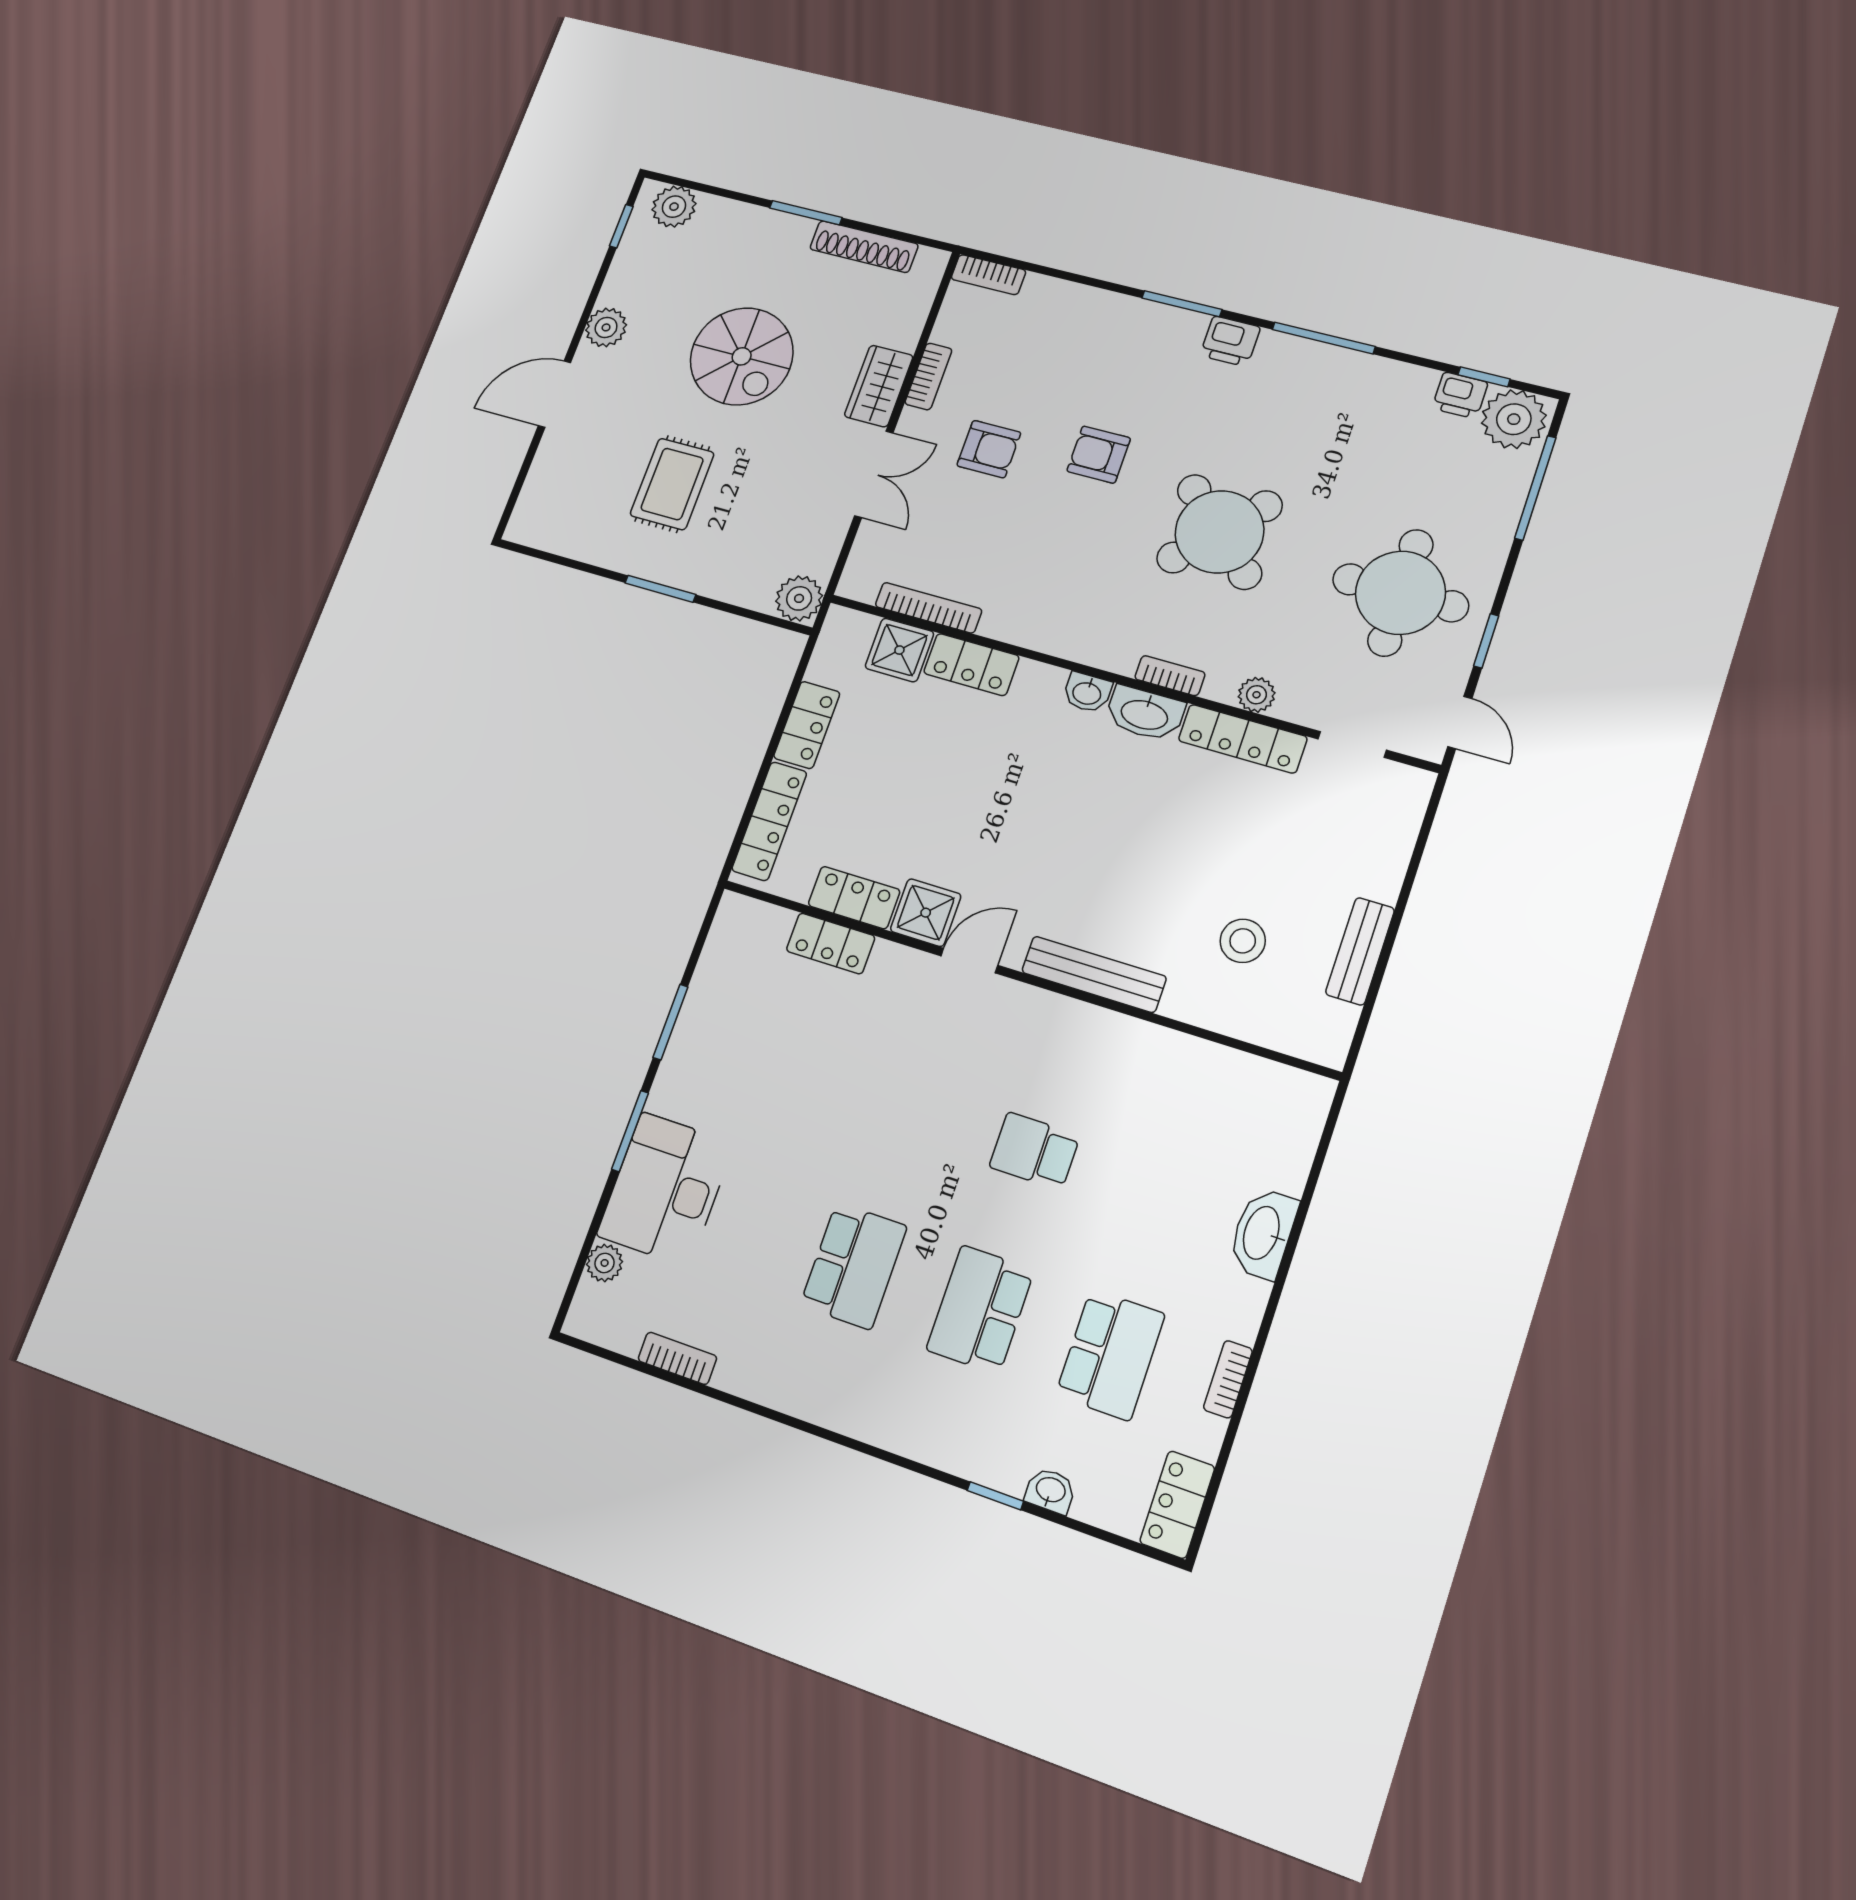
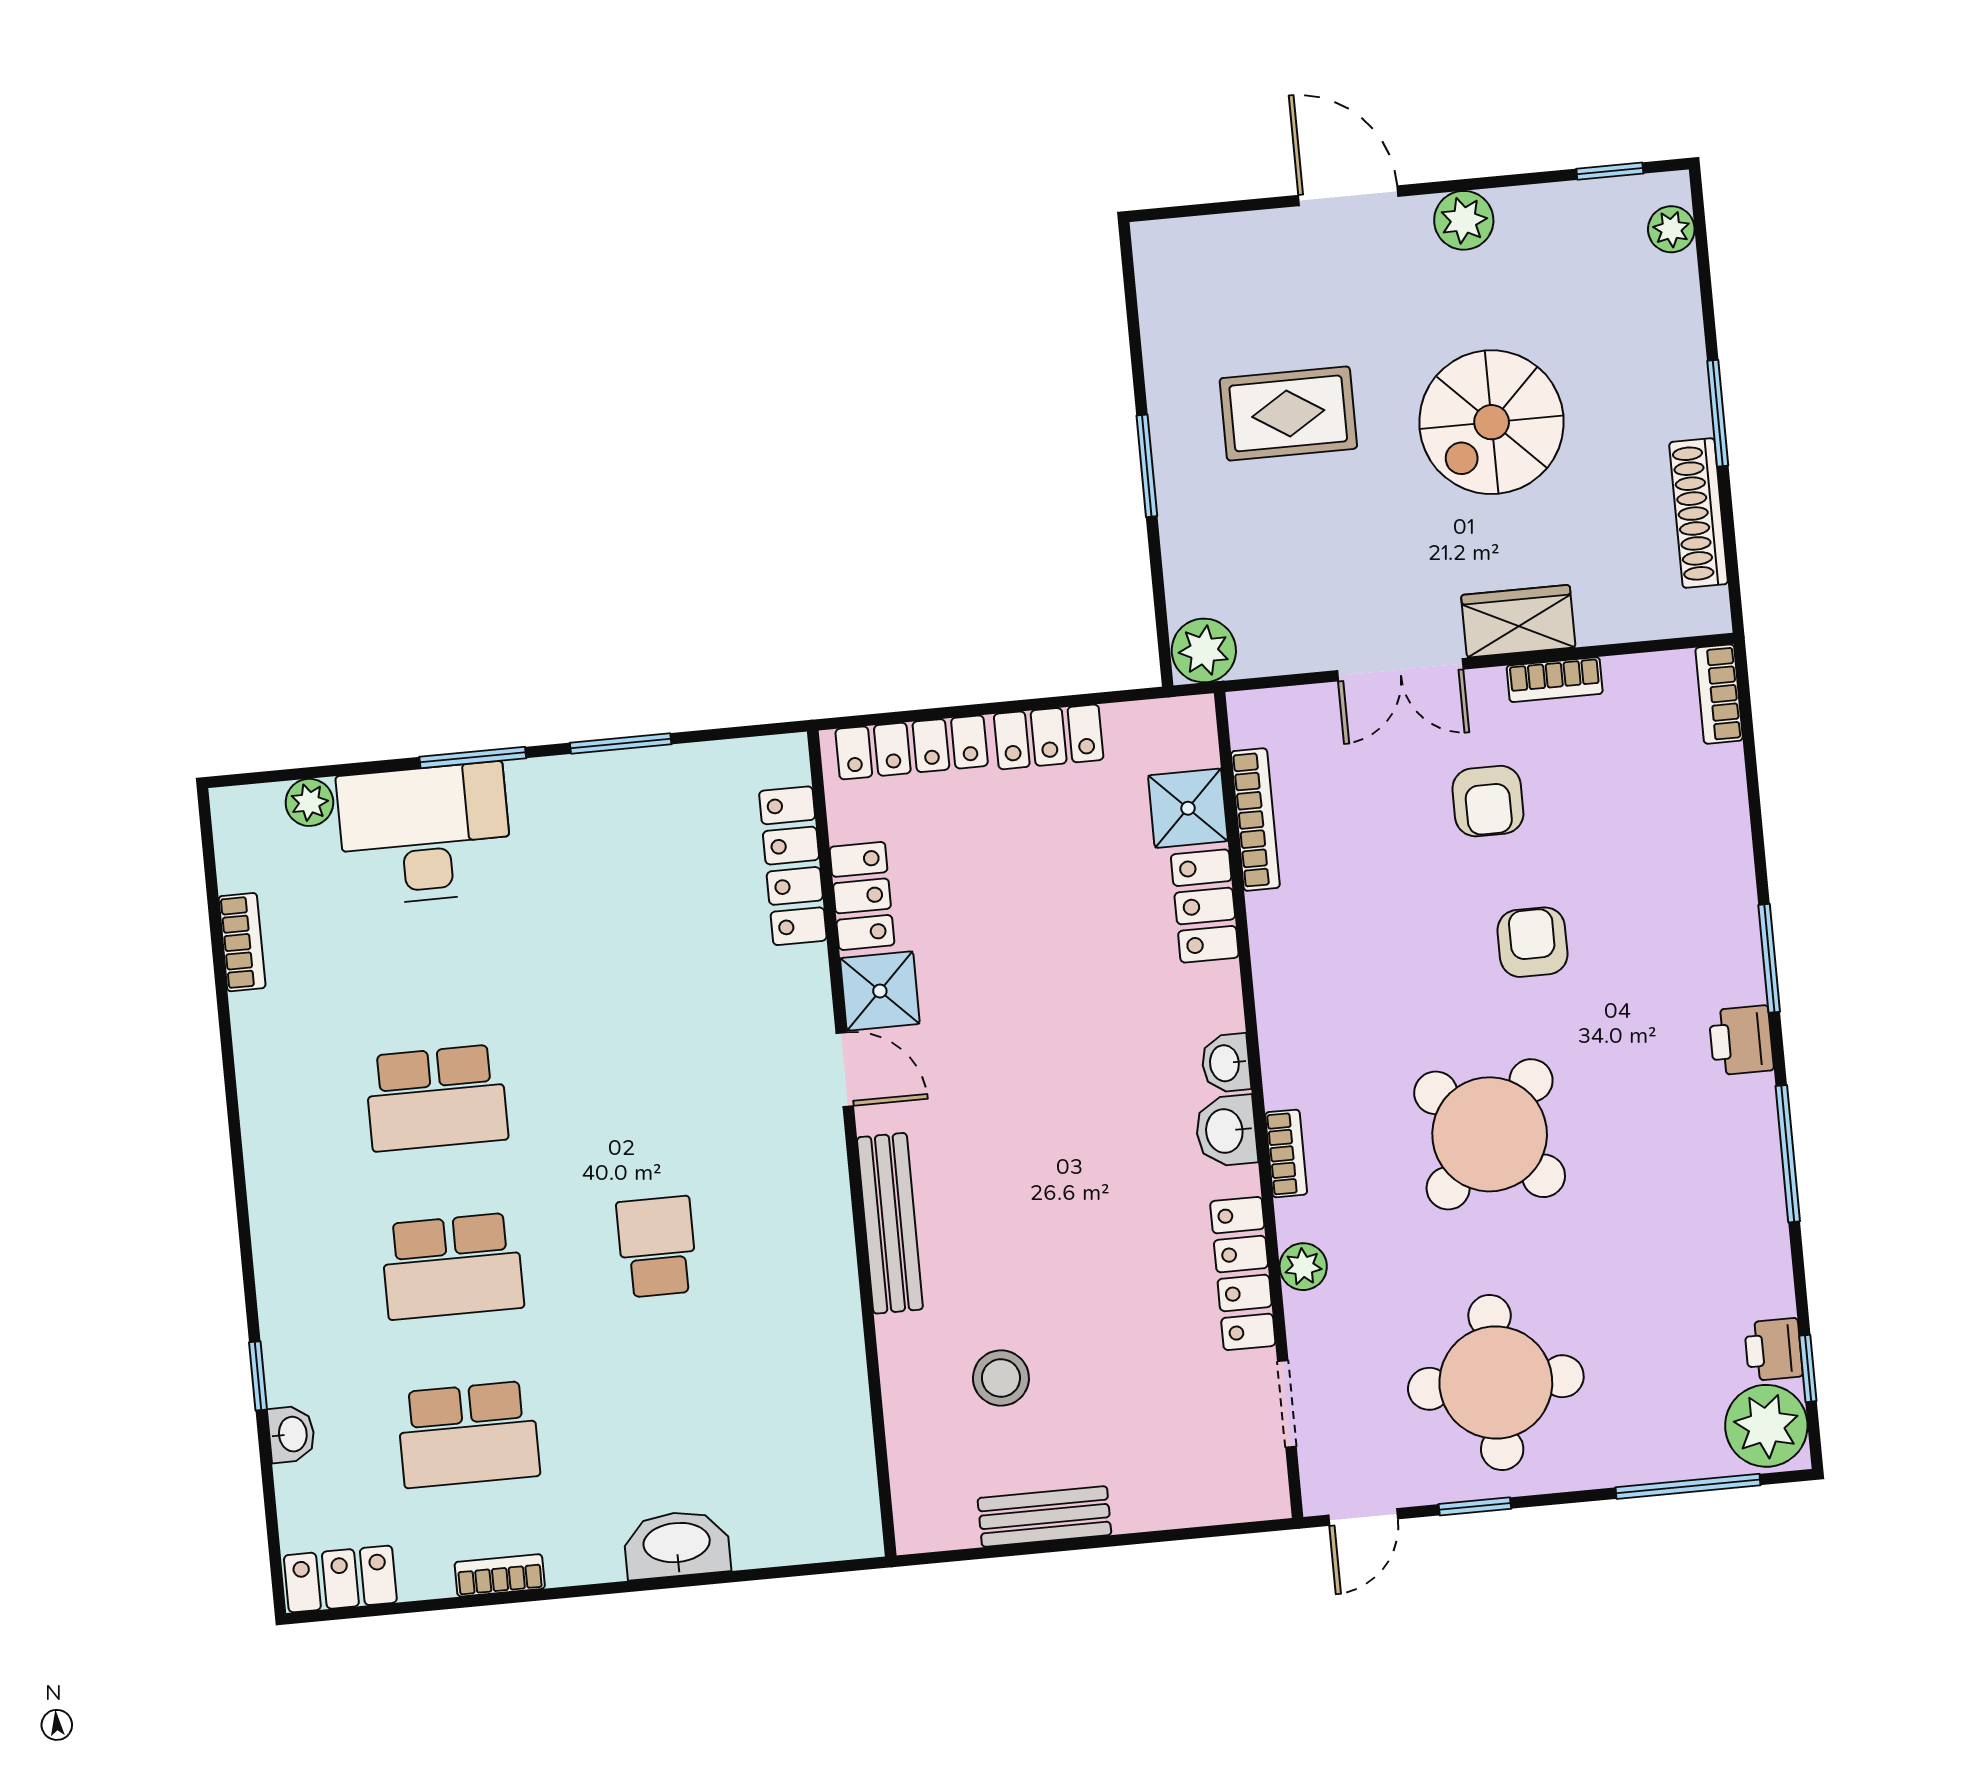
plant: (674, 207) -> (1671, 229), width x0.73, depth x0.73
washbasin: (1145, 714) -> (1226, 1131), width x0.72
locker: (831, 943) -> (793, 866), width x1.53
school desk: (980, 1310) -> (452, 1266), turned 180

